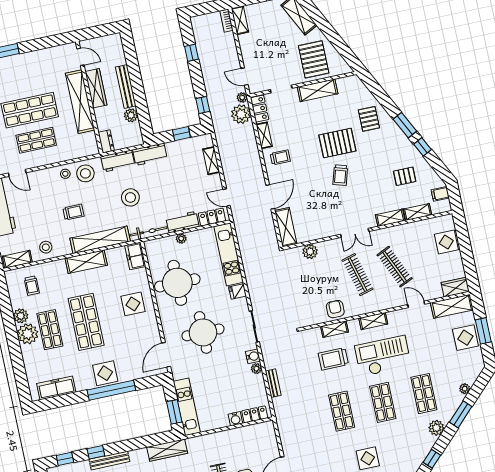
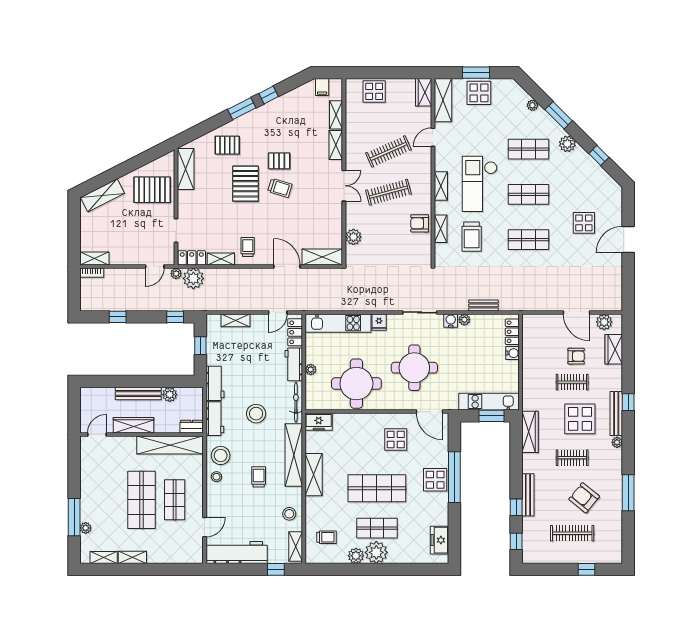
shelving: (318, 90) -> (186, 169), moved
shelving: (80, 102) -> (170, 445), moved
pallet: (405, 176) -> (279, 161), moved, turned 90
display table: (133, 304) -> (396, 439), moved
freezer: (56, 388) -> (440, 540), width x0.71

